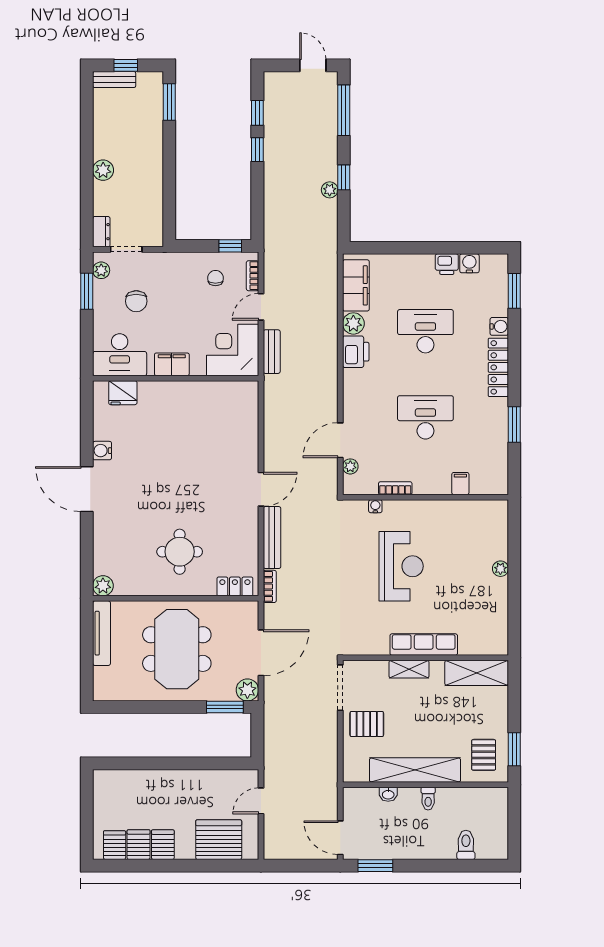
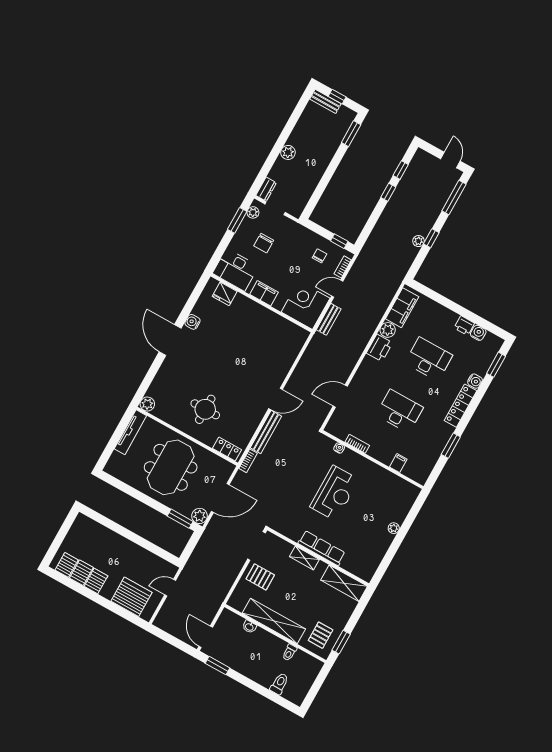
plant: (350, 466) -> (337, 415), removed
toilet: (428, 799) -> (289, 653), moved

